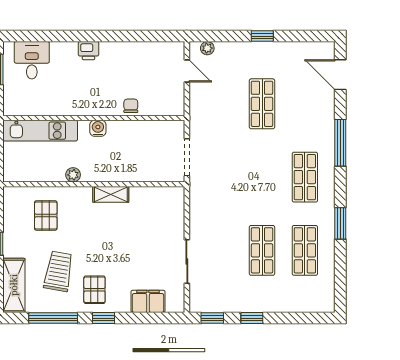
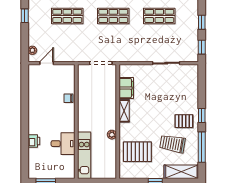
printer: (88, 51) -> (34, 141), moved
desk: (32, 60) -> (63, 144), moved, turned 180
water cooler: (98, 128) -> (83, 119), removed
shop shelf: (262, 177) -> (113, 16), added
pallet: (46, 215) -> (137, 152), width x1.50, depth x1.42
filing cabinet: (148, 301) -> (126, 88), moved, turned 180

